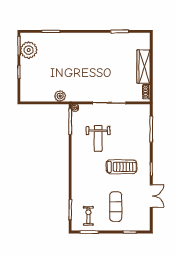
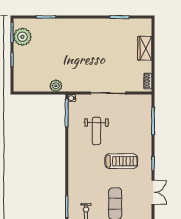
wardrobe: (143, 67) -> (145, 48), width x0.67

